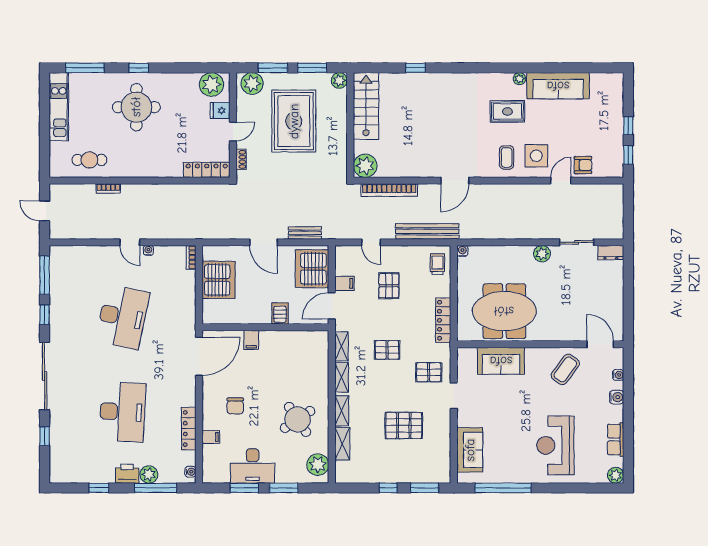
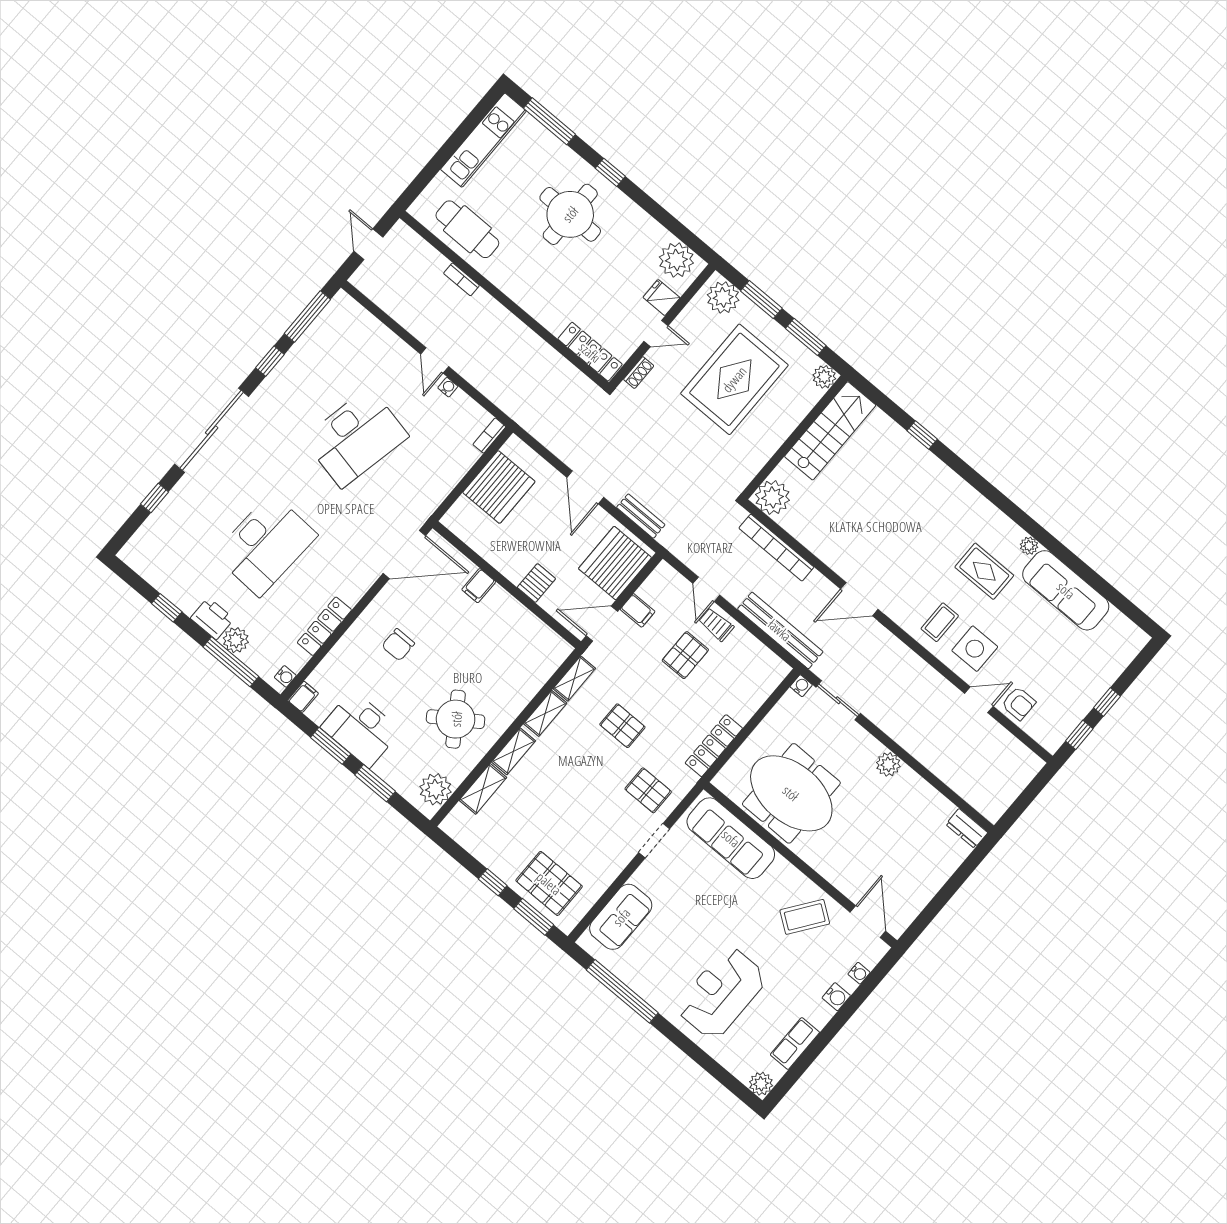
cafe table: (89, 160) -> (467, 229), width x1.37, depth x1.35
sliding door: (577, 242) -> (838, 700), moved
trolley: (437, 264) -> (716, 624), moved, turned -90
sofa: (501, 361) -> (731, 838), width x1.36
pallet: (404, 426) -> (549, 883), moved
filing cabinet: (211, 437) -> (303, 697), moved, turned -90

